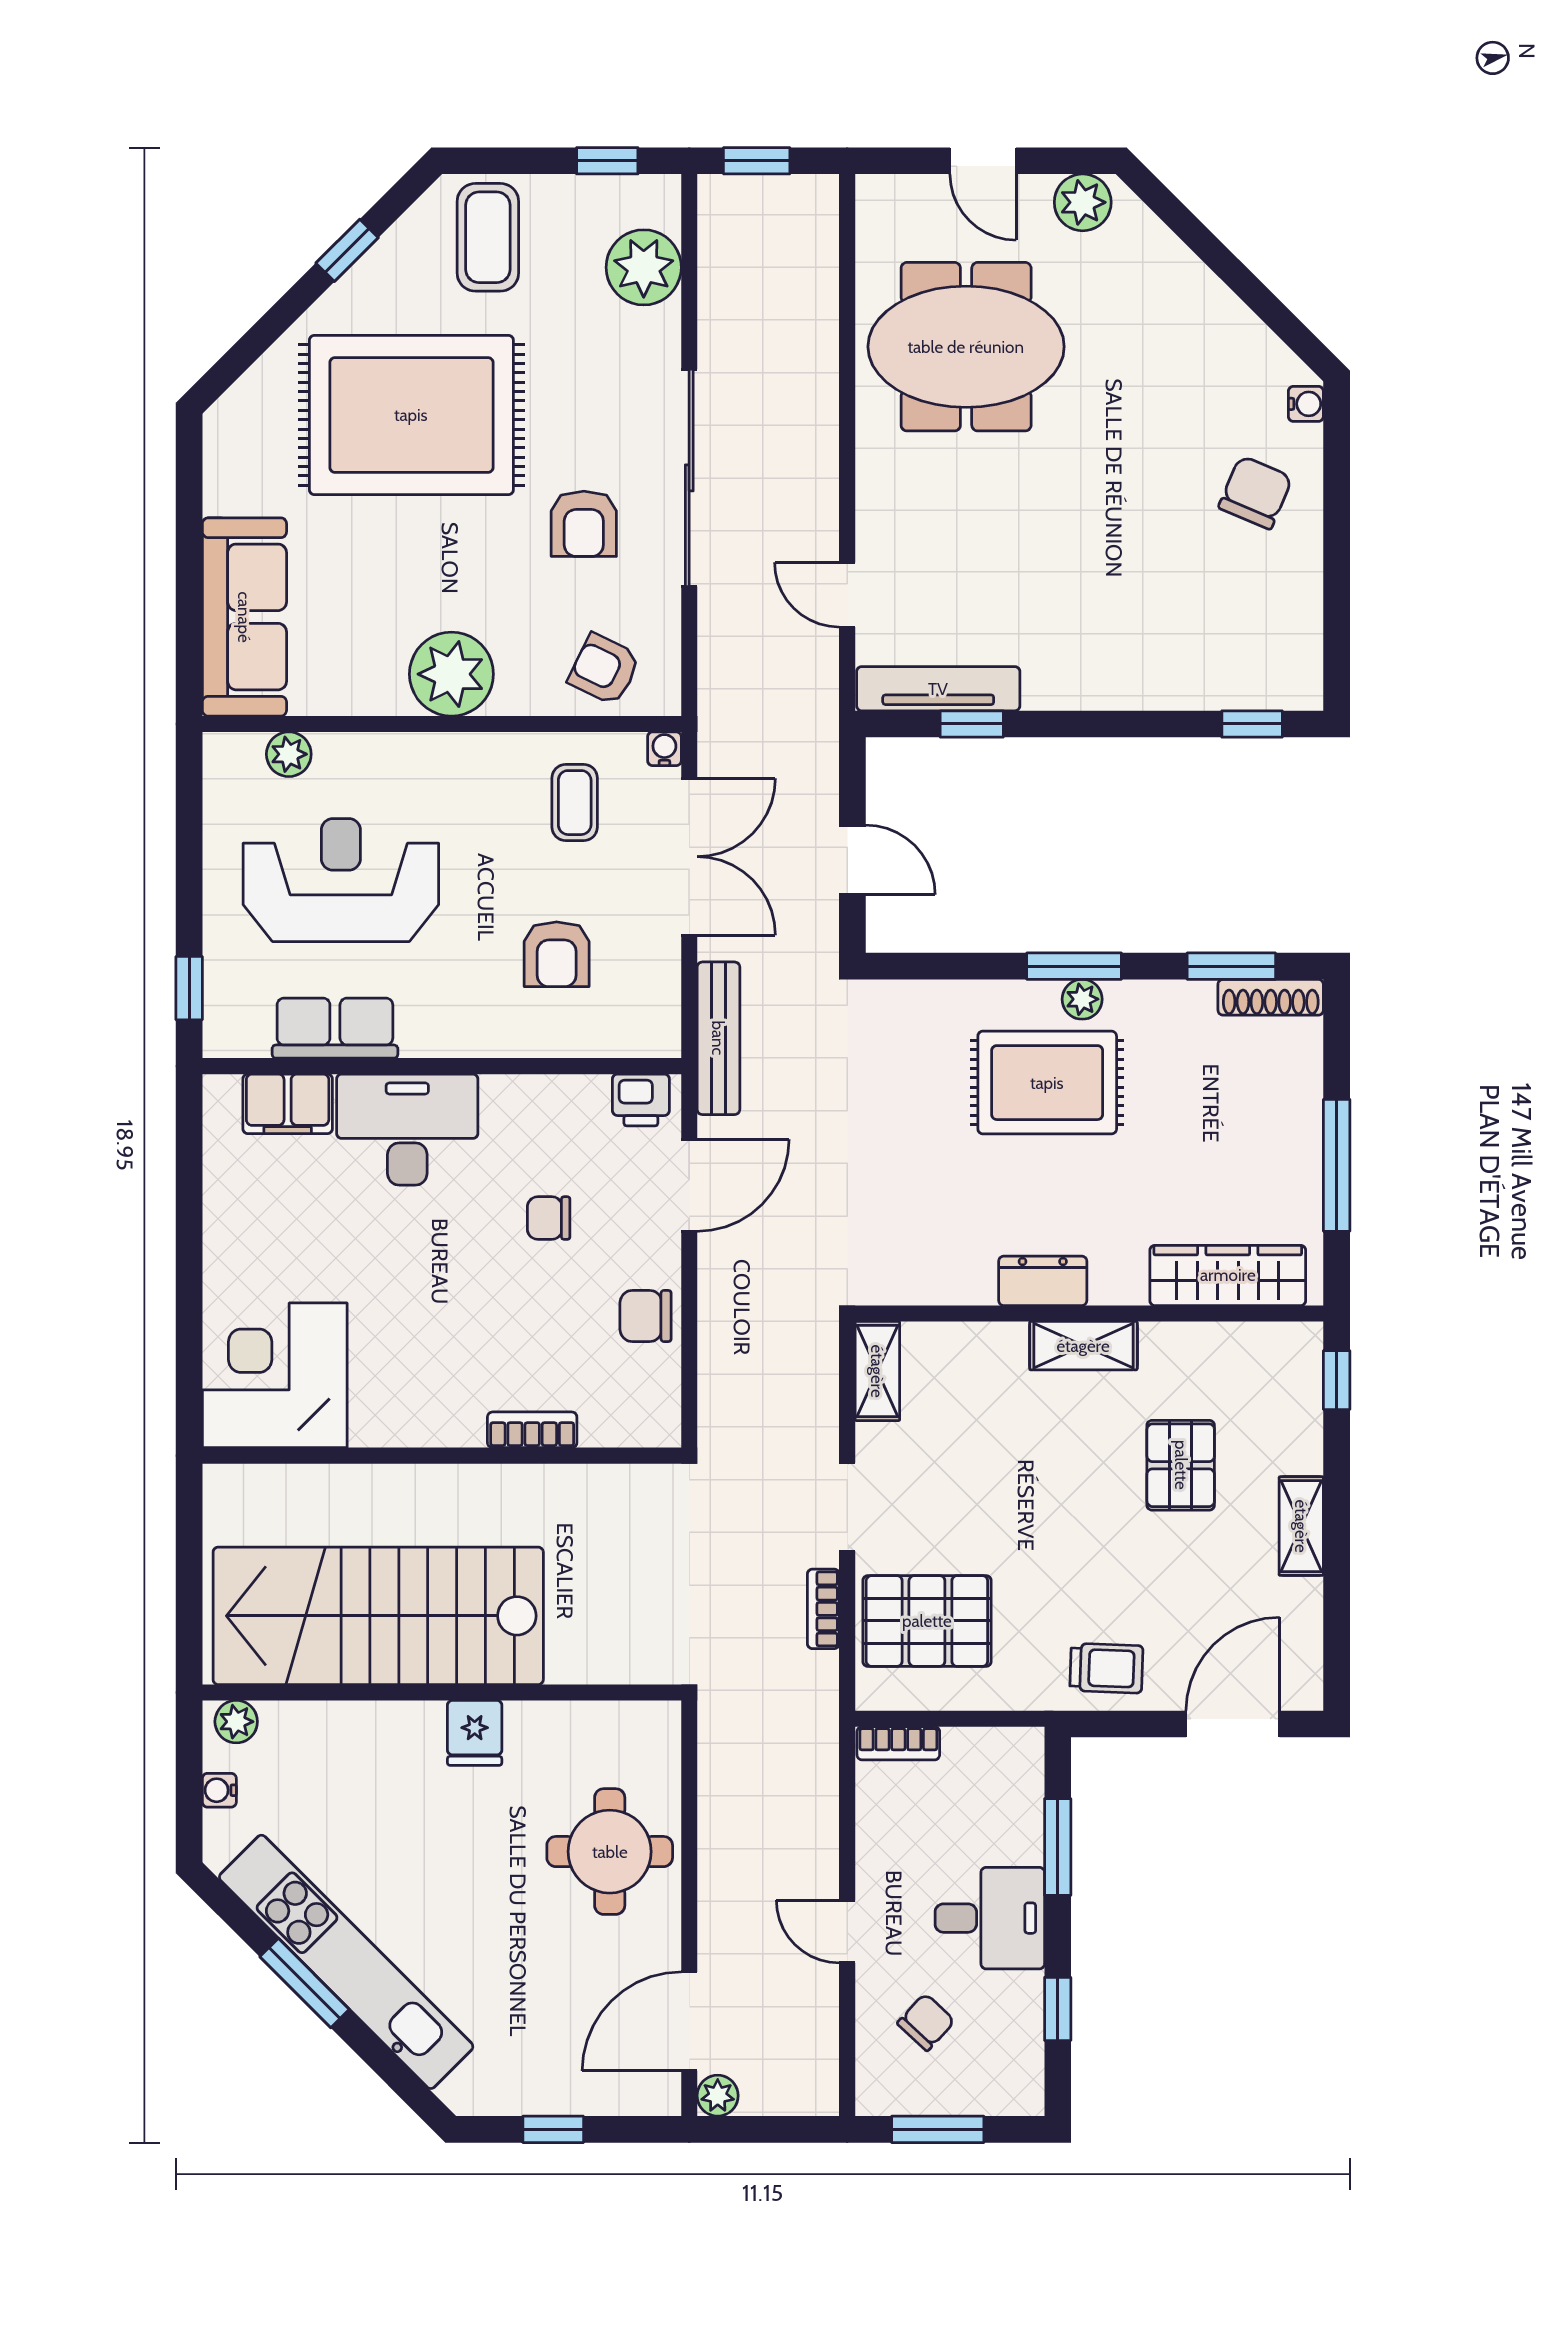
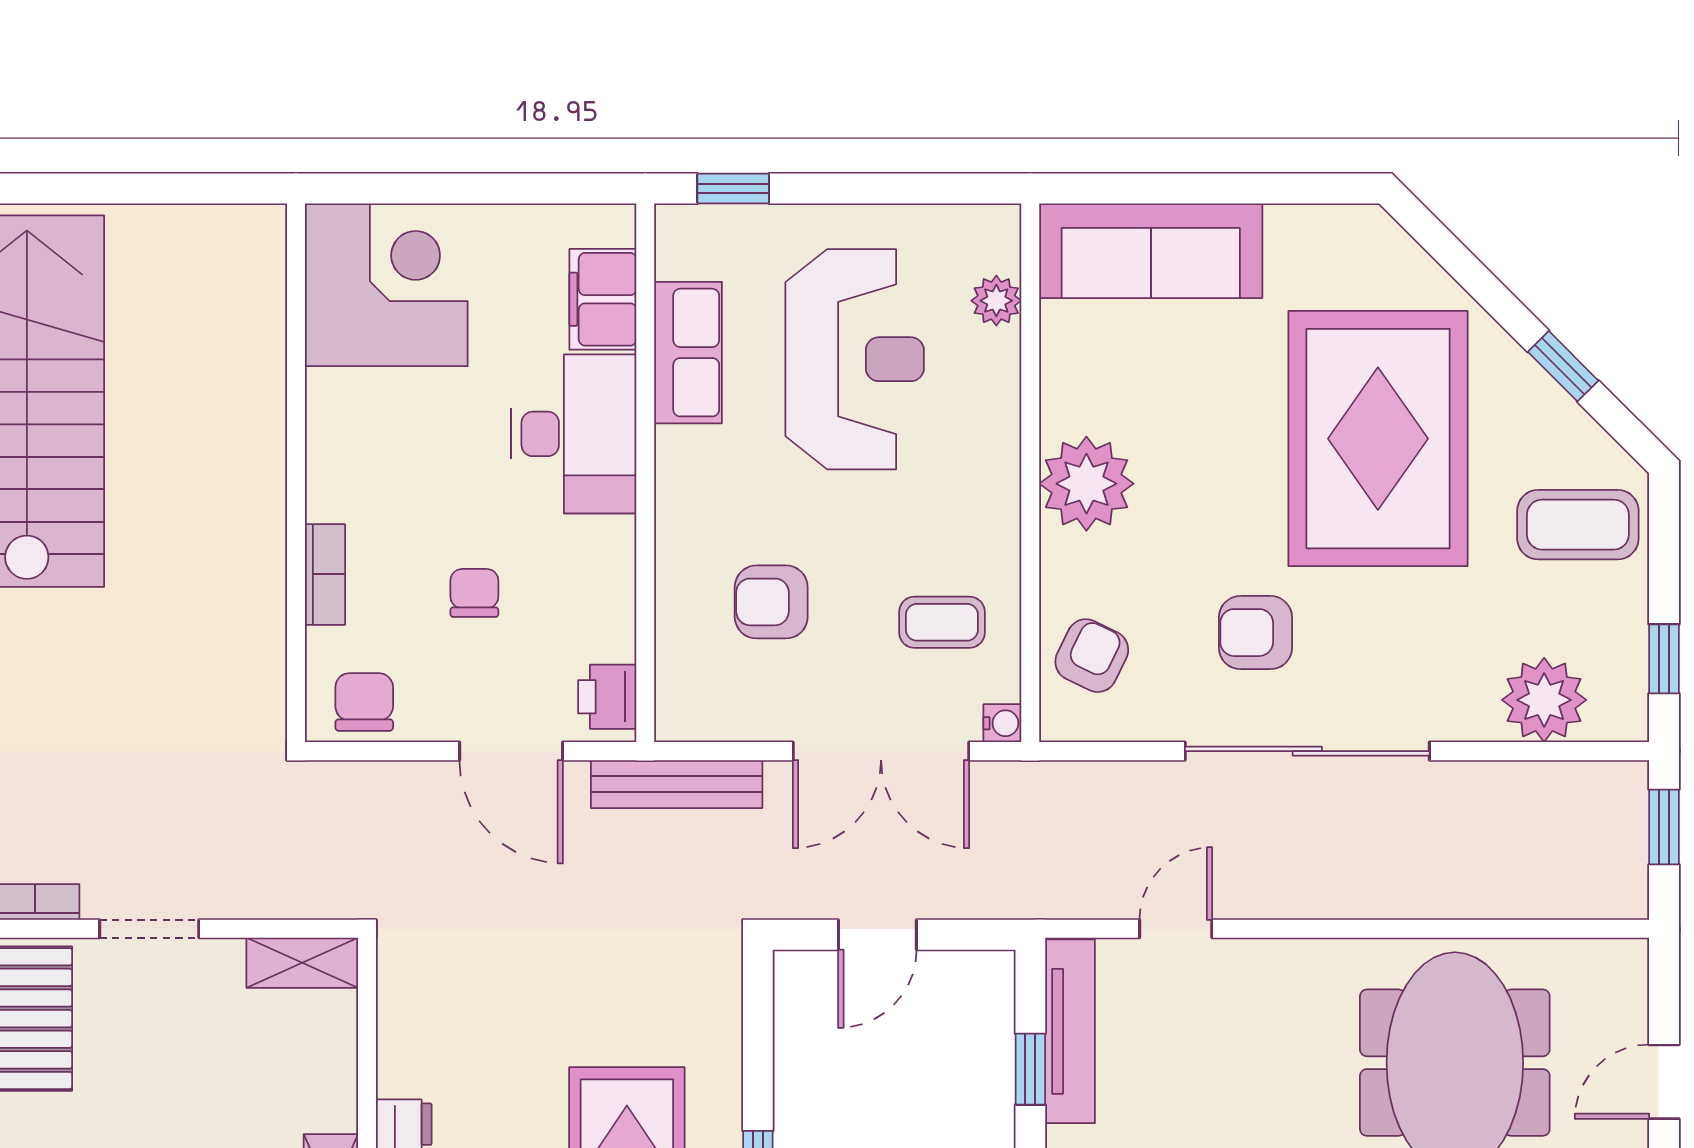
corner desk: (275, 1375) -> (386, 285), moved
bookcase: (532, 1430) -> (325, 574), moved
wall: (442, 1456) -> (296, 473), moved

